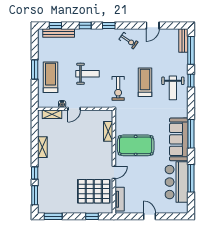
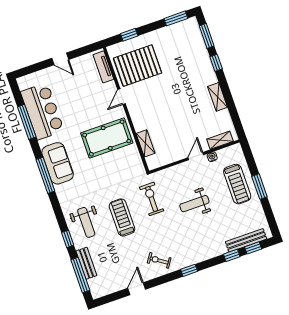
window: (85, 25) -> (232, 255), moved
bench: (183, 41) -> (86, 263), moved
treadmill: (145, 82) -> (122, 217), turned 180
weight bench: (173, 88) -> (86, 222), turned 180
sofa: (179, 139) -> (58, 163), width x0.73

